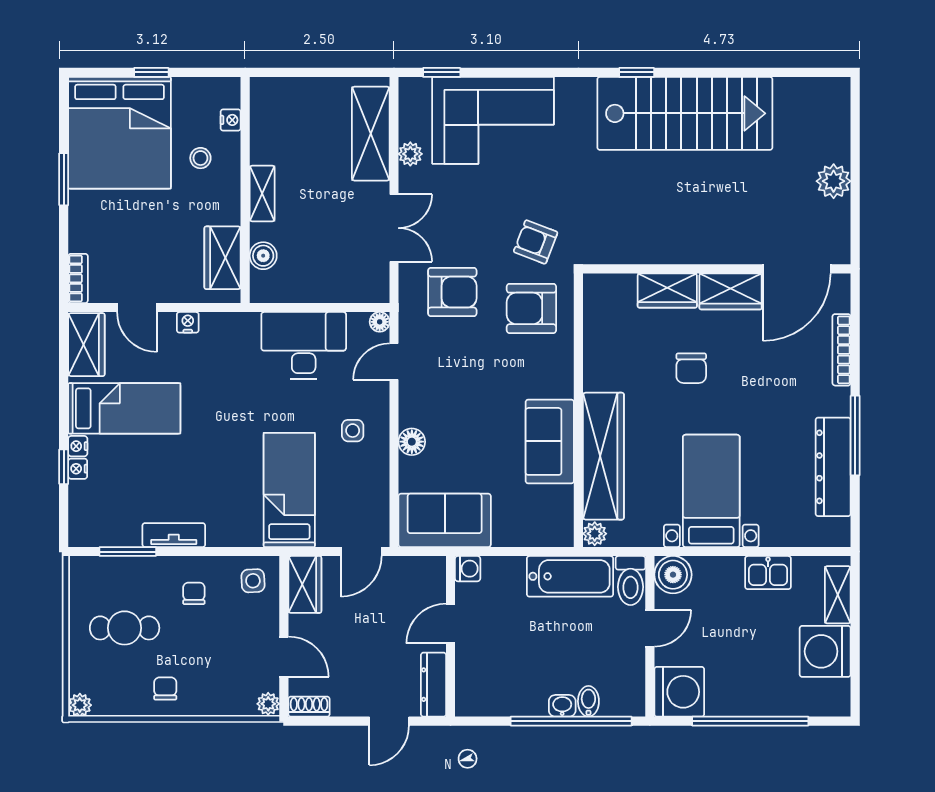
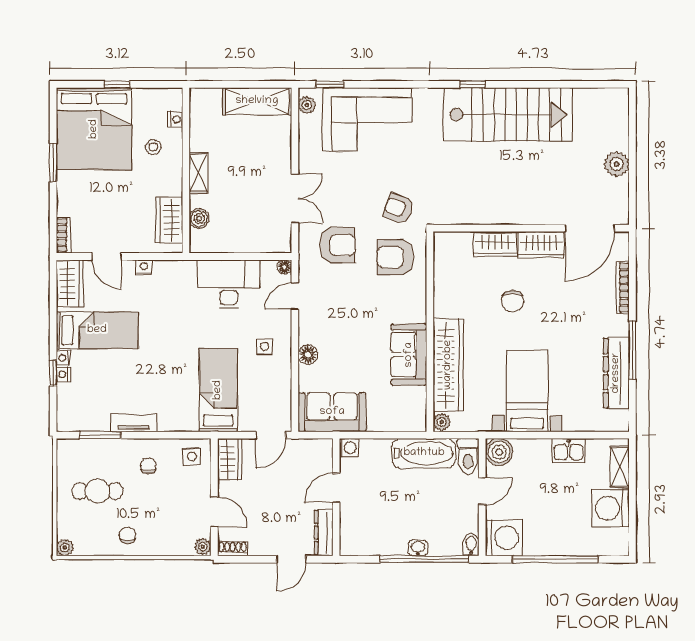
shelving: (371, 134) -> (257, 101), moved, turned 90
plant: (410, 154) -> (307, 105), moved
bidet: (588, 701) -> (471, 545), moved

